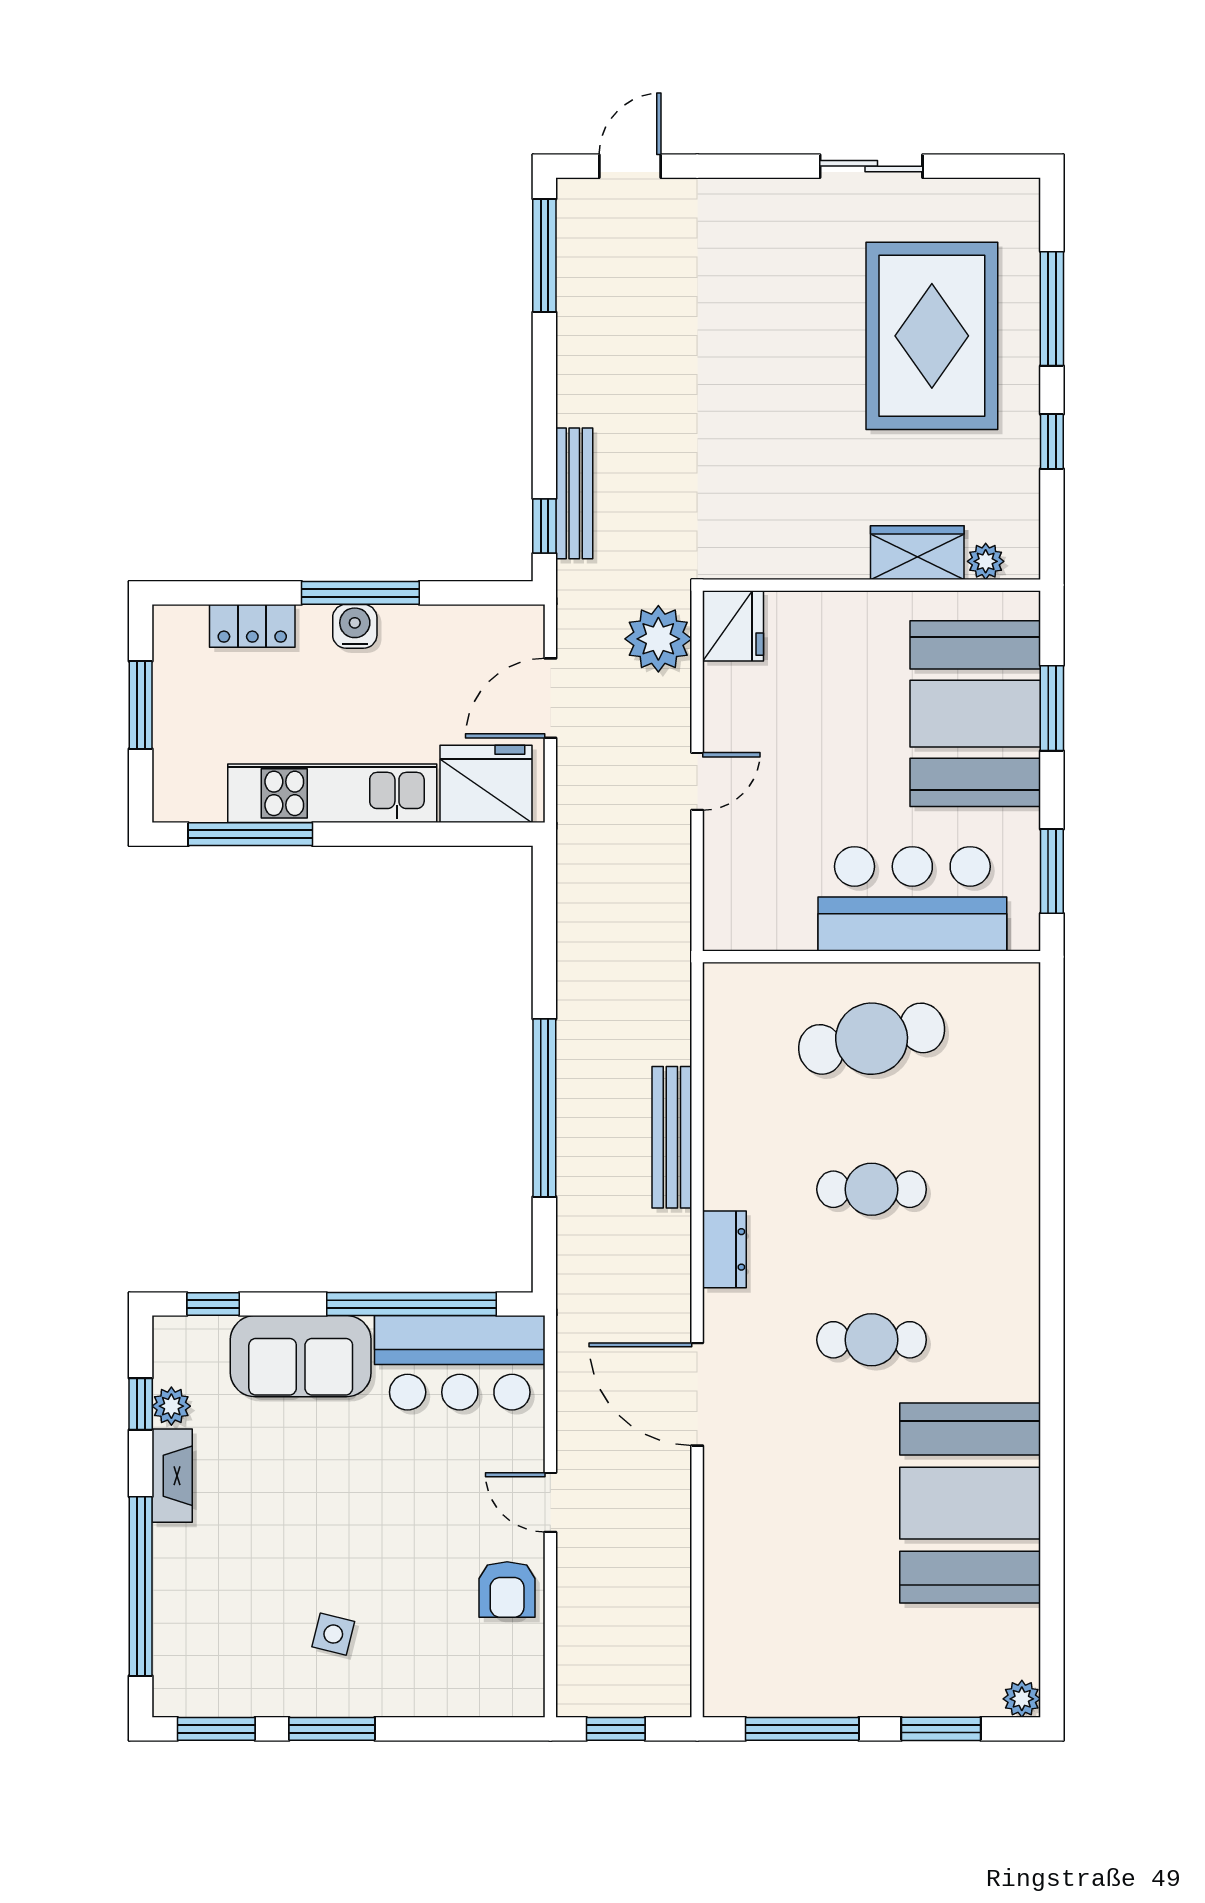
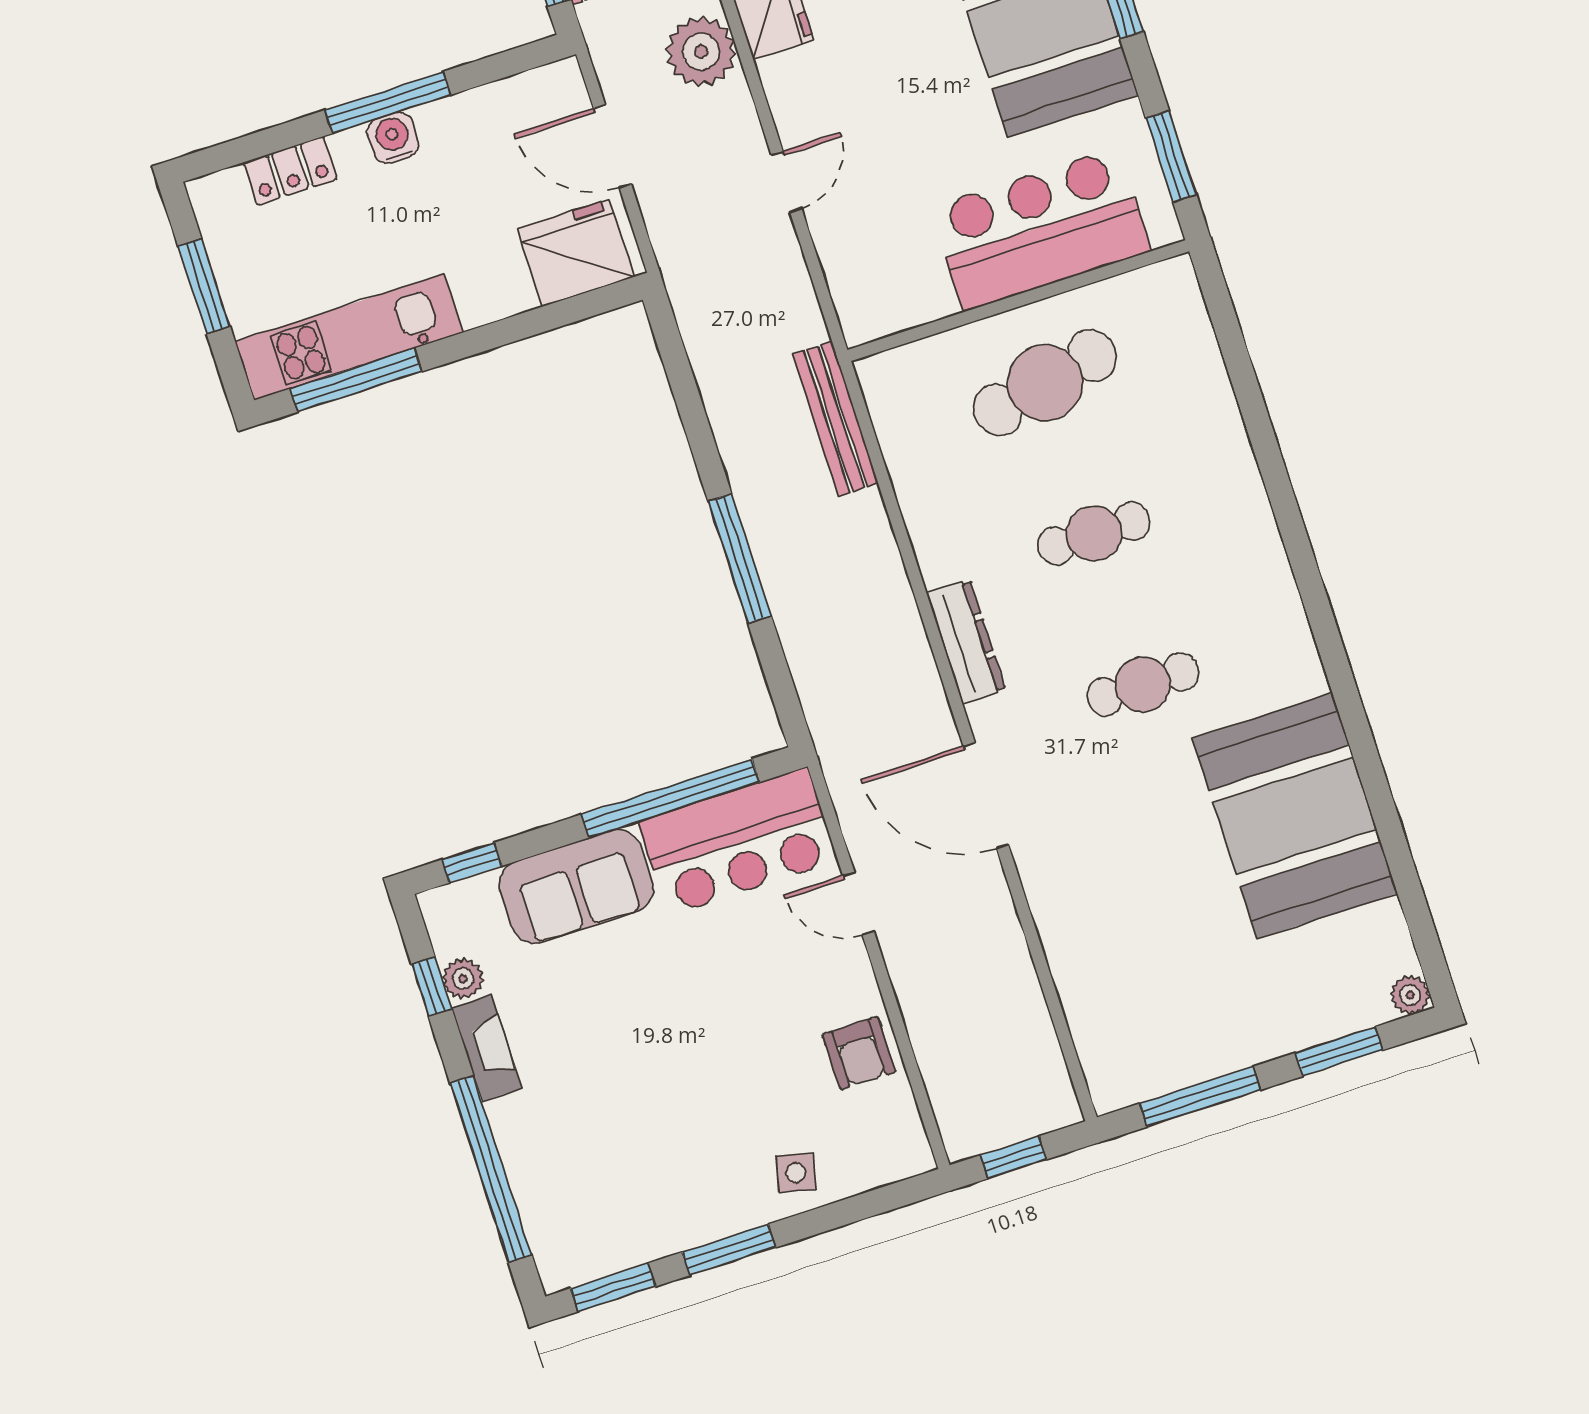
door: (550, 698) -> (612, 146), hinge flipped
kitchen unit: (332, 793) -> (349, 337), moved
window: (544, 1108) -> (740, 558), width x0.68
bench: (672, 1137) -> (835, 419), moved
dresser: (724, 1249) -> (966, 642), width x1.44
door: (550, 1502) -> (858, 903), moved
side table: (333, 1634) -> (796, 1173), moved

